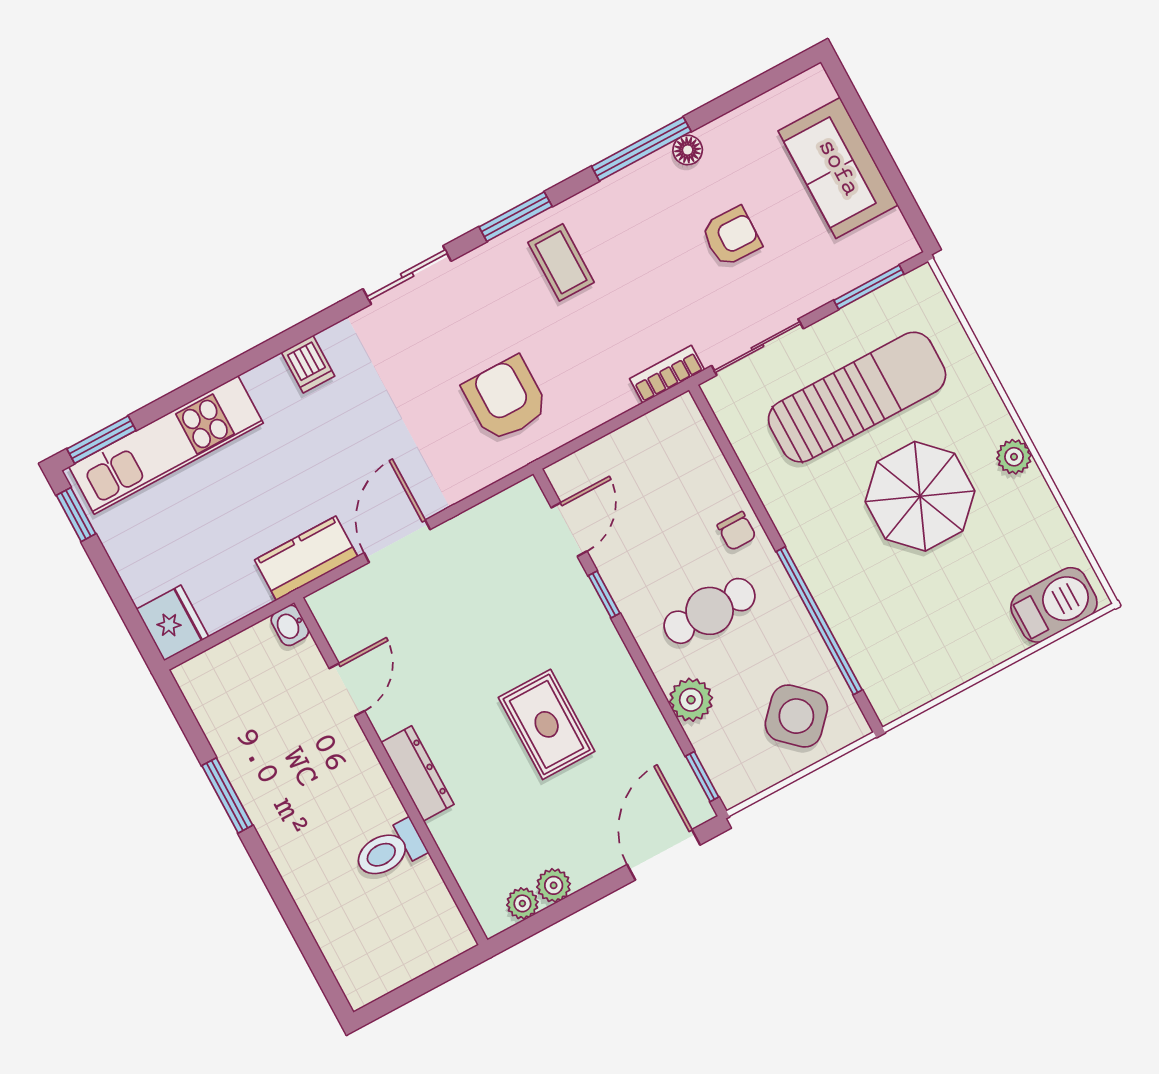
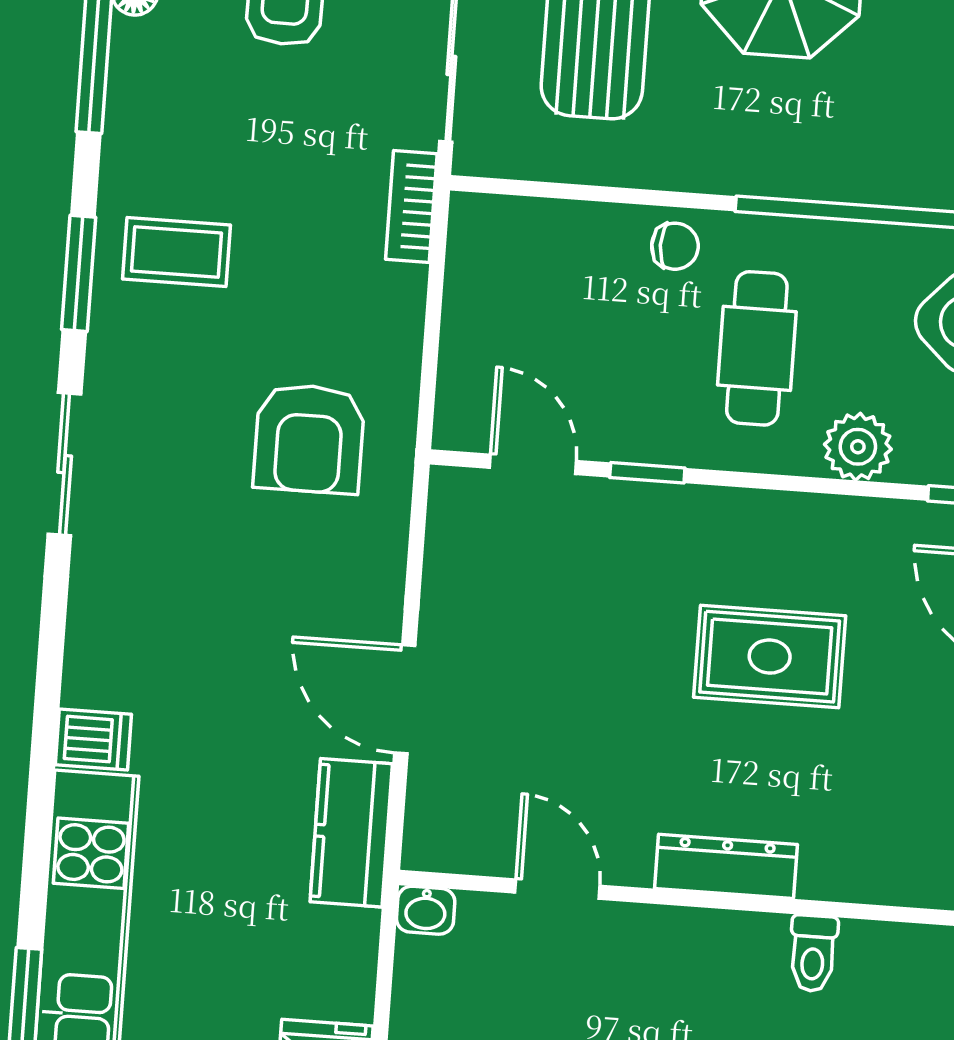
dishwasher: (308, 364) -> (93, 739), moved
armchair: (506, 399) -> (309, 439), turned -90
toilet: (390, 850) -> (813, 953), width x0.73, depth x0.72

